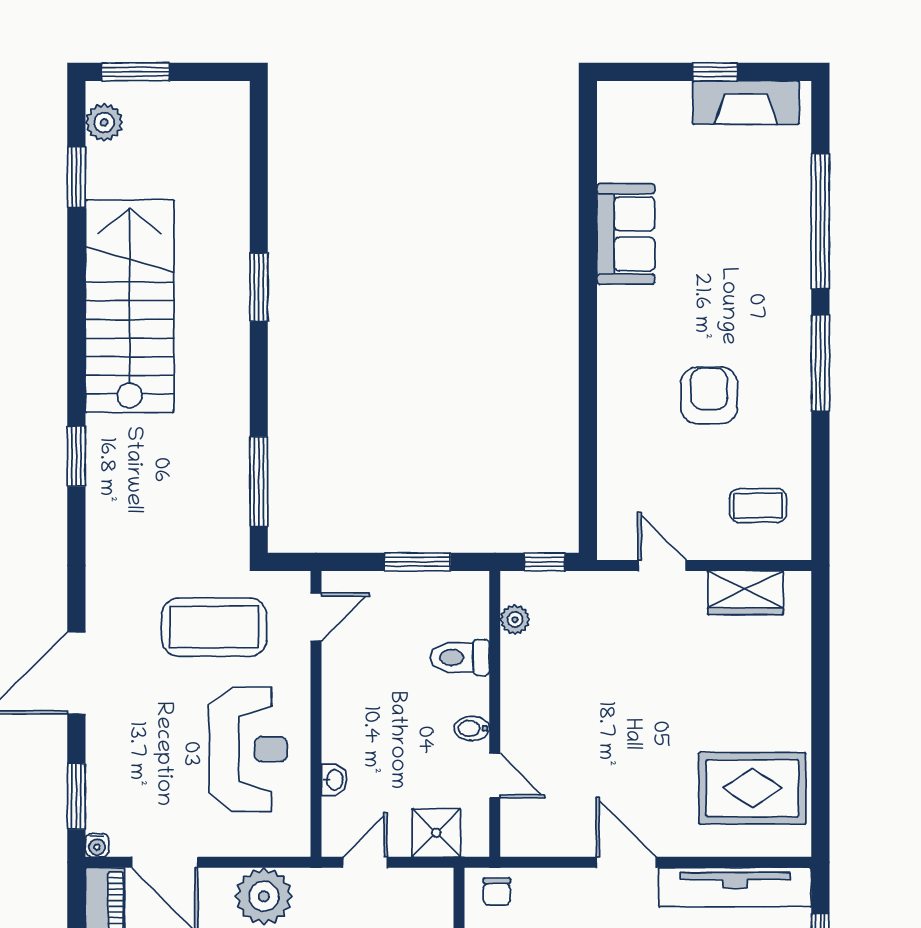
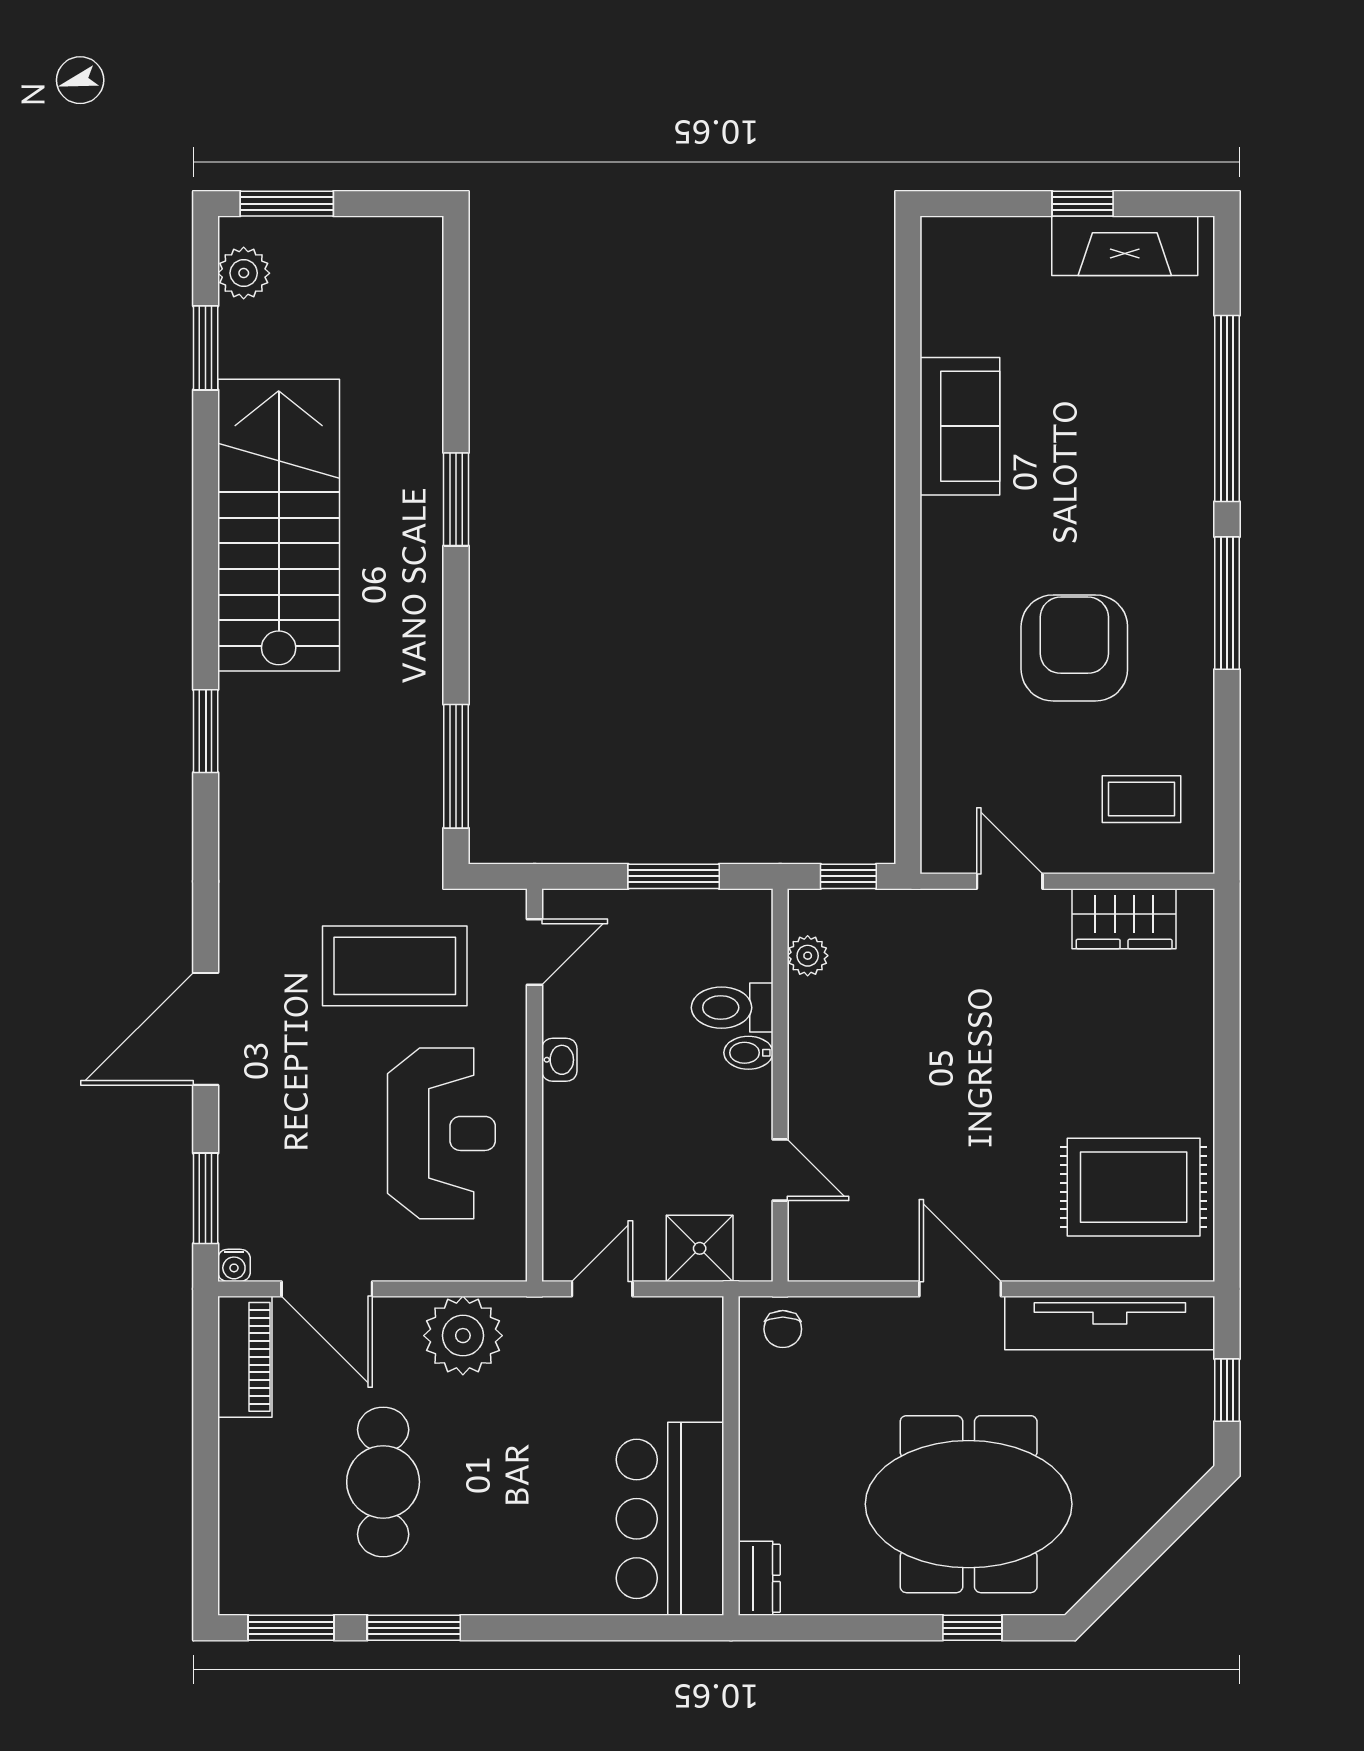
armchair: (709, 396) -> (1074, 648), width x1.36, depth x1.36
bidet: (472, 728) -> (748, 1053), moved
washbasin: (334, 780) -> (559, 1060), moved

